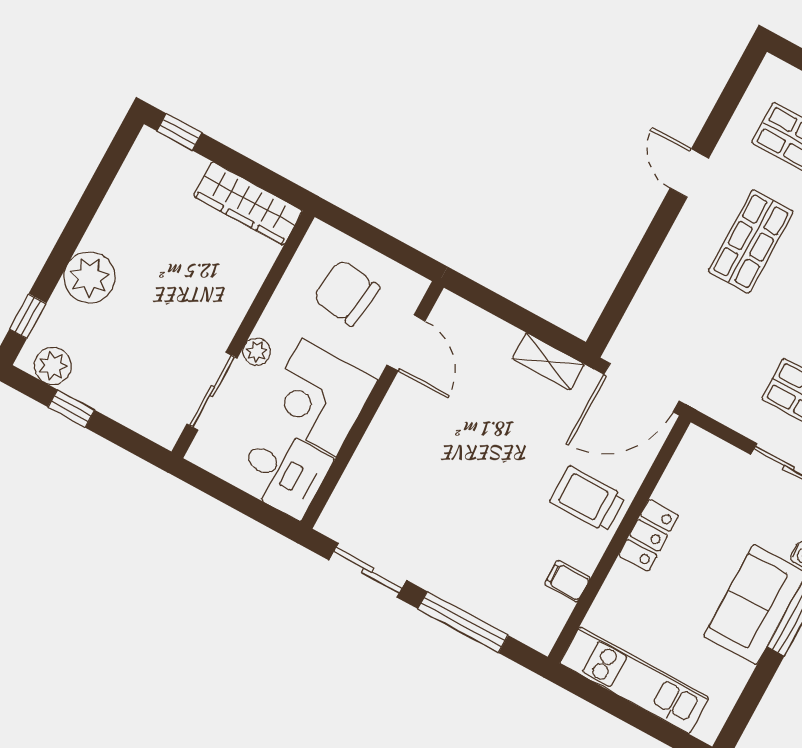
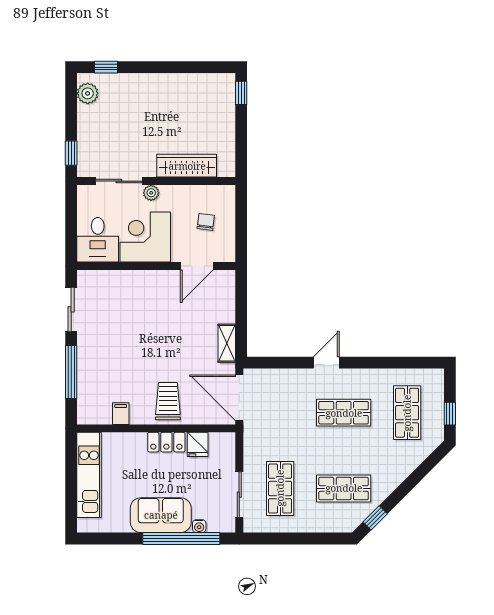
door: (689, 173) -> (326, 363), moved
wardrobe: (248, 203) -> (187, 166), moved, turned 90
plant: (90, 277) -> (143, 88), removed
chair: (346, 293) -> (206, 222), width x0.54, depth x0.54
window: (71, 409) -> (71, 153), moved
fridge: (678, 490) -> (198, 444), added

